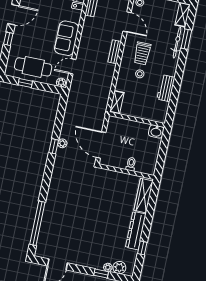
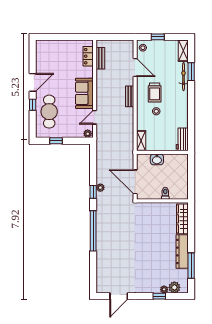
cafe table: (33, 67) -> (49, 112), moved, turned 90
workbench: (166, 88) -> (182, 139), moved
washbasin: (156, 131) -> (157, 159), moved
window: (37, 223) -> (93, 231), moved
window: (142, 248) -> (191, 266), width x2.17

